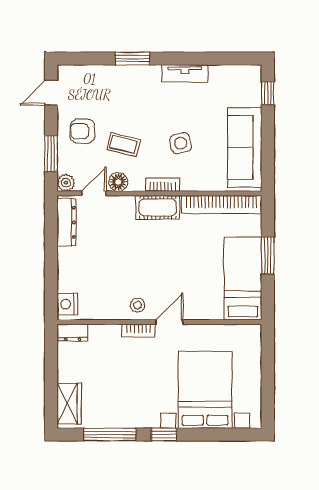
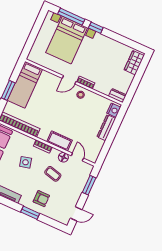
armchair: (82, 131) -> (41, 199), moved
plant: (66, 183) -> (88, 168), removed
door: (94, 193) -> (77, 157), swing flipped
cot: (158, 207) -> (59, 141), moved
dresser: (67, 222) -> (106, 128), moved
window: (110, 434) -> (71, 17), moved

